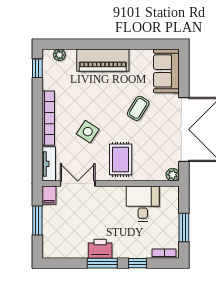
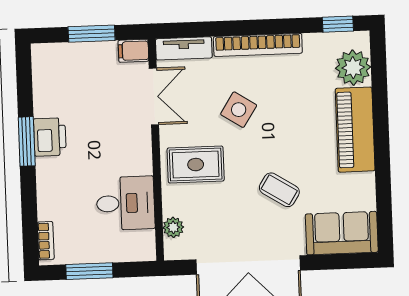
plant: (59, 55) -> (353, 68), width x1.88, depth x1.88
plant: (173, 175) -> (173, 227), moved
window: (137, 263) -> (29, 198), removed

